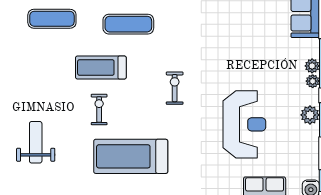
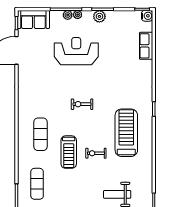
reception desk: (244, 124) -> (76, 51), moved
treadmill: (131, 156) -> (126, 133), turned 180

